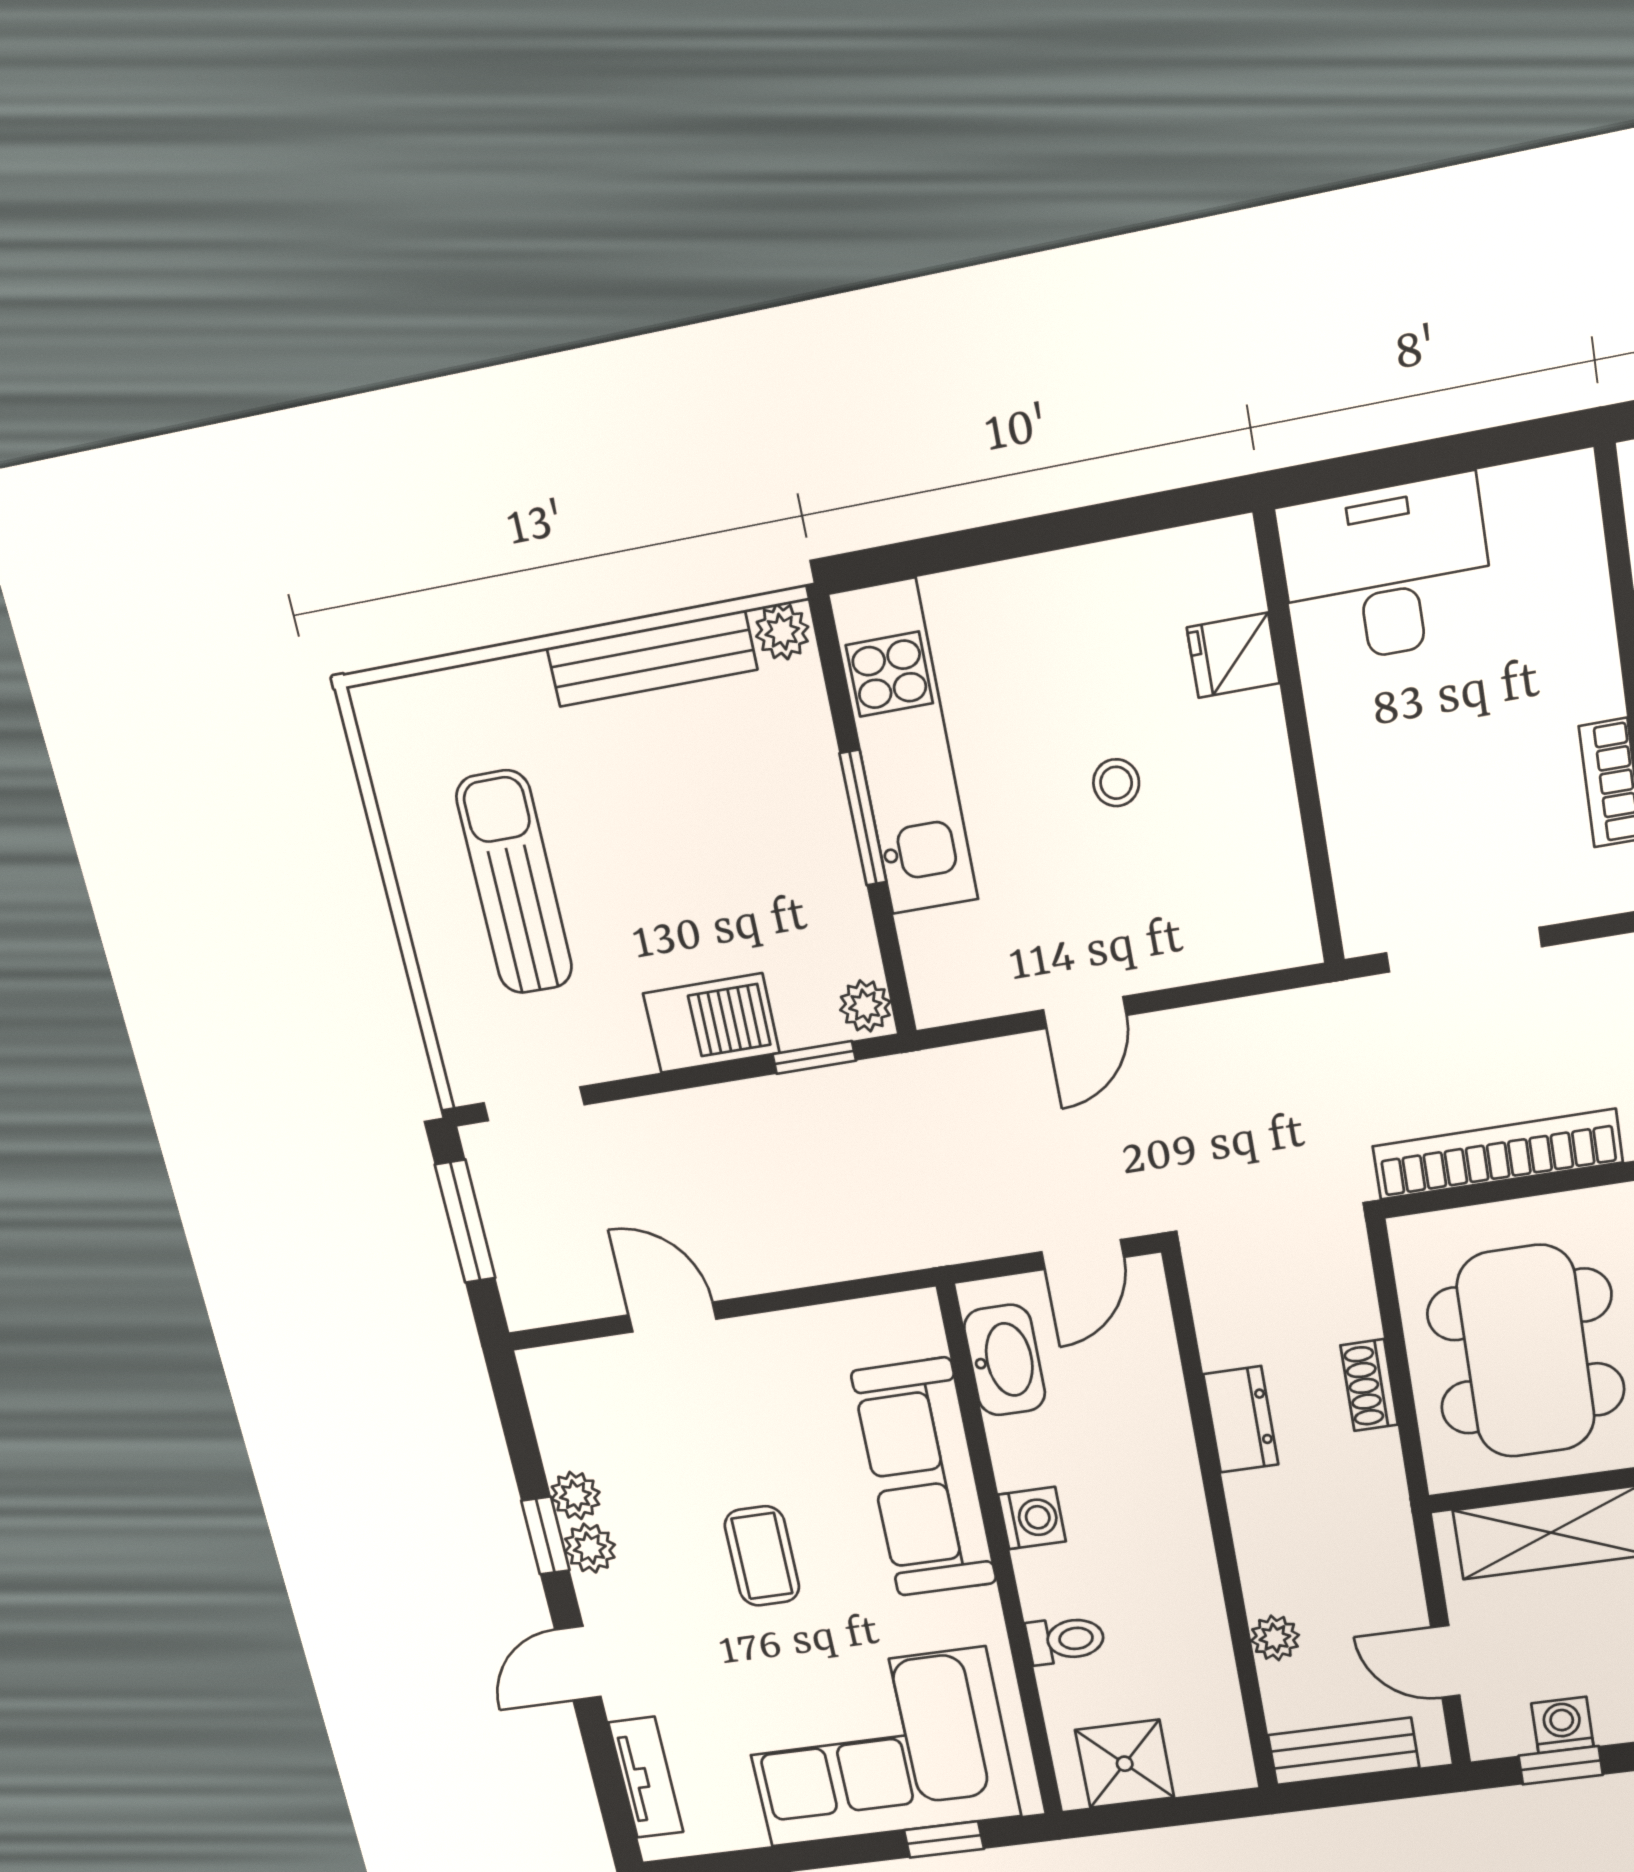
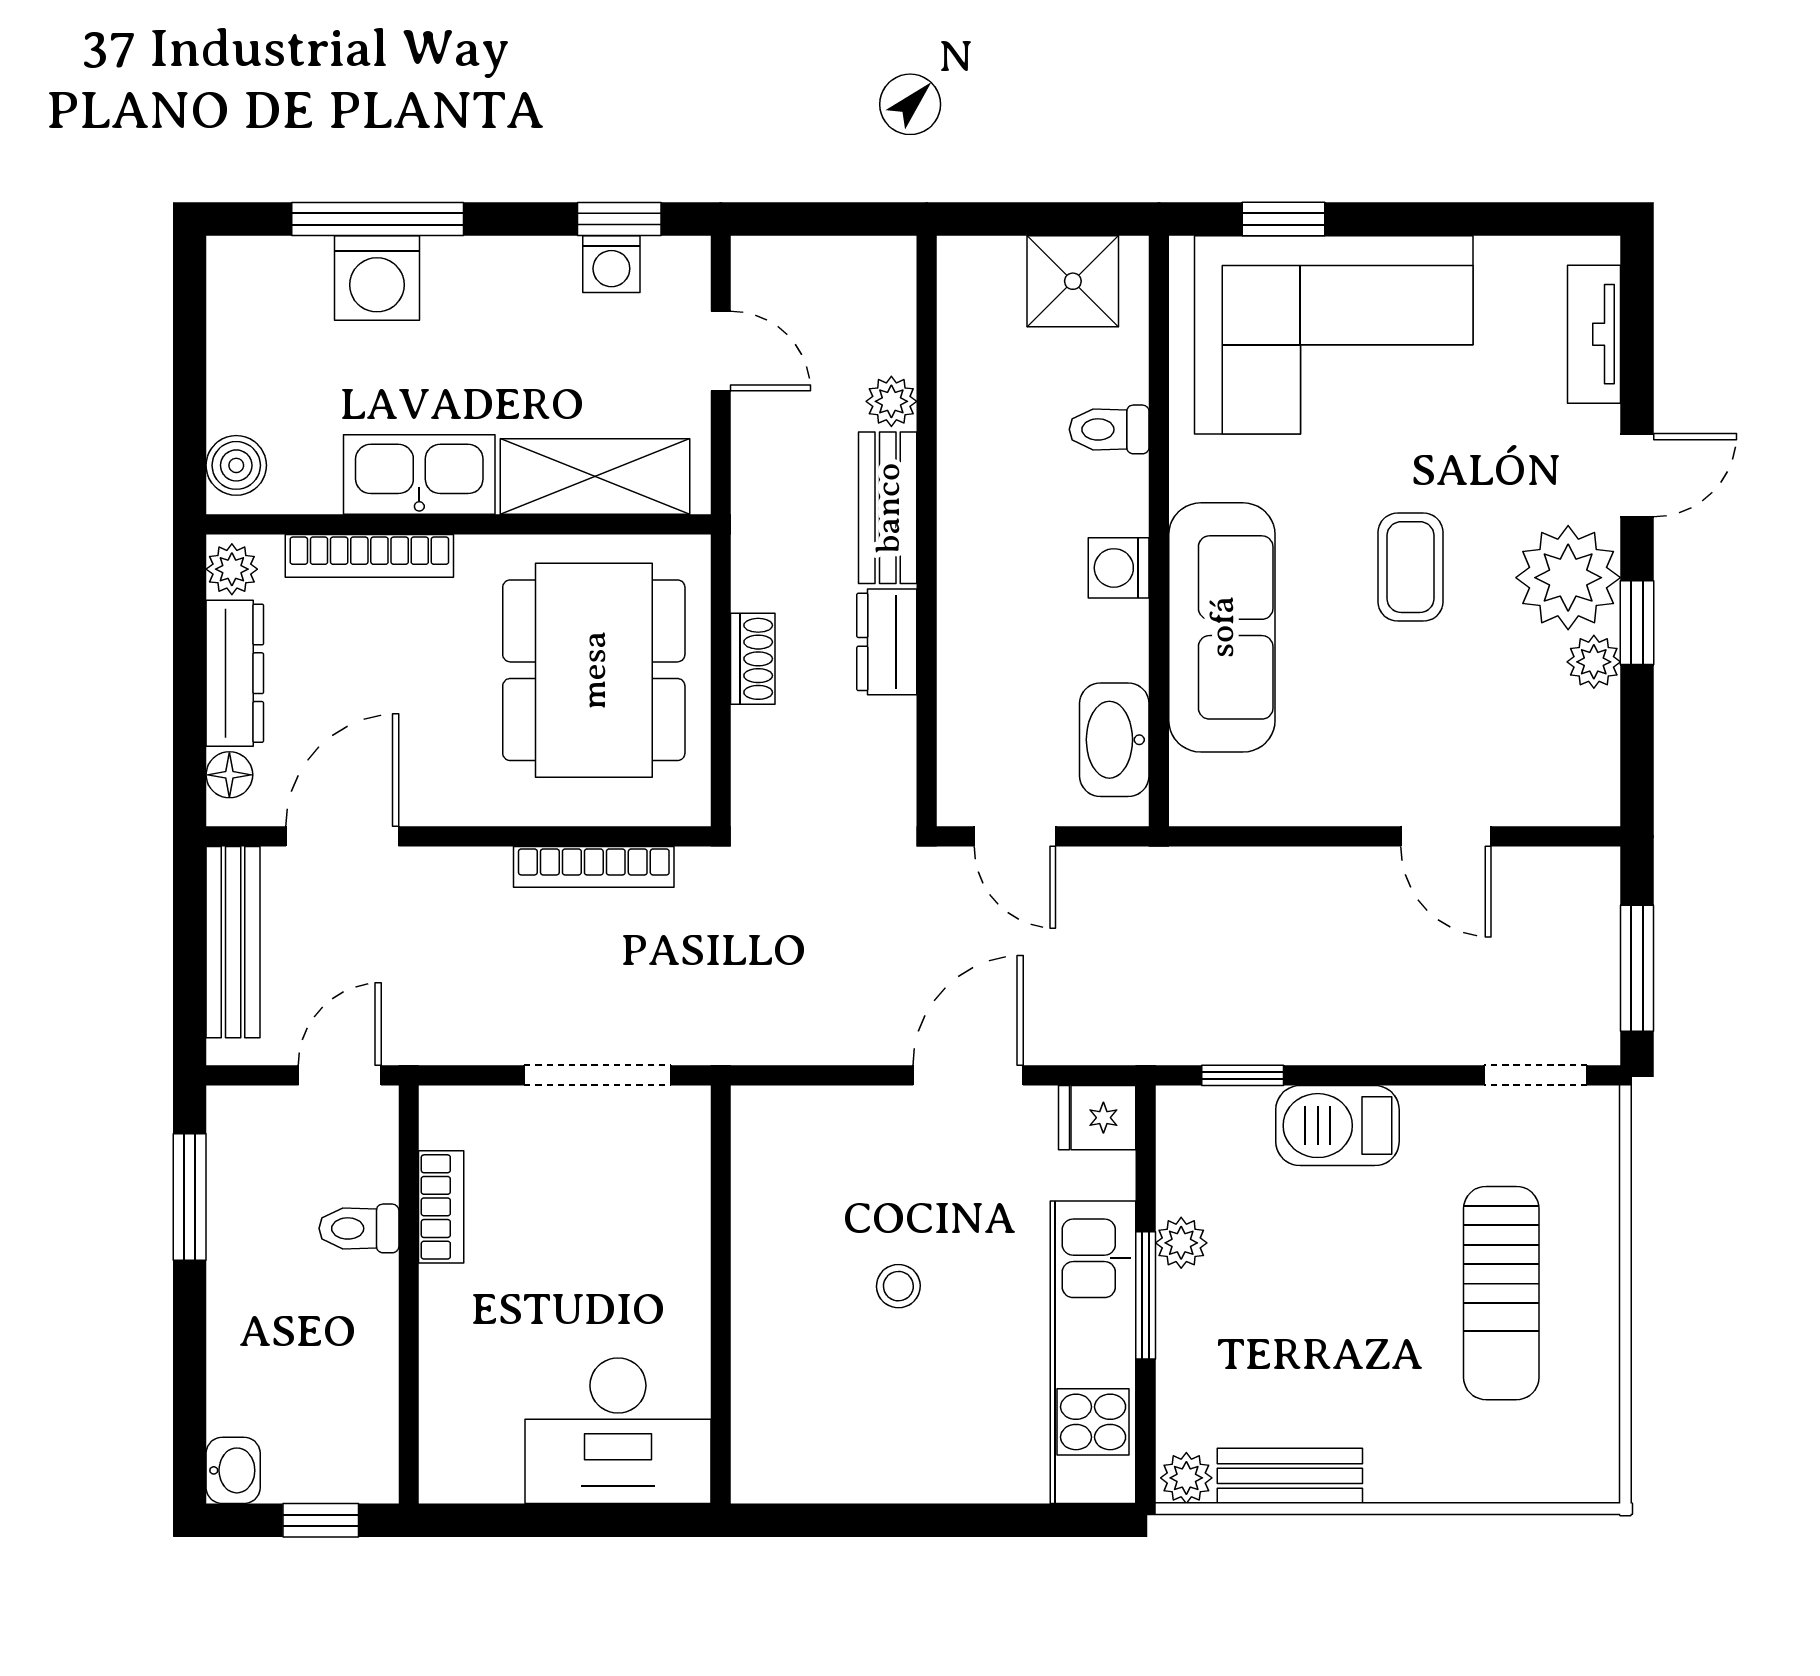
fridge: (1233, 655) -> (1097, 1118), moved, turned 180
bench: (652, 659) -> (1290, 1476), width x0.73
plant: (865, 1006) -> (1181, 1243), moved
door: (1085, 1013) -> (968, 1075), width x1.38
bookcase: (1497, 1154) -> (594, 867), width x0.68, depth x0.76
door: (1083, 1255) -> (1015, 836), swing flipped
plant: (590, 1548) -> (1568, 578), width x1.87, depth x1.87
bench: (1344, 1751) -> (888, 508), moved, turned 90

